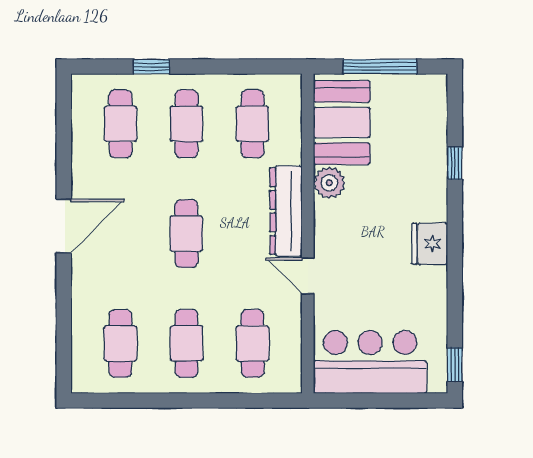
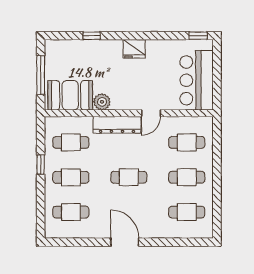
window: (151, 67) -> (41, 164), moved

